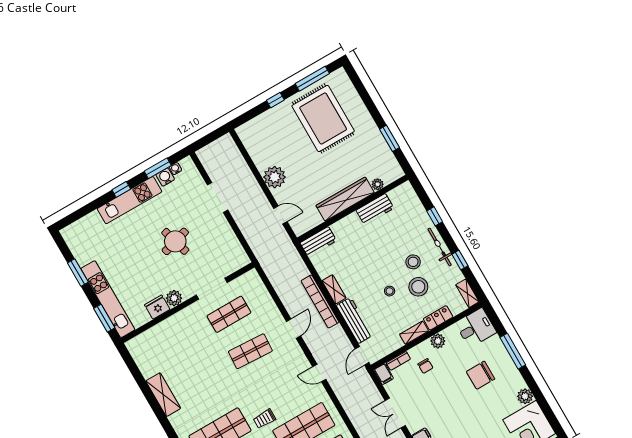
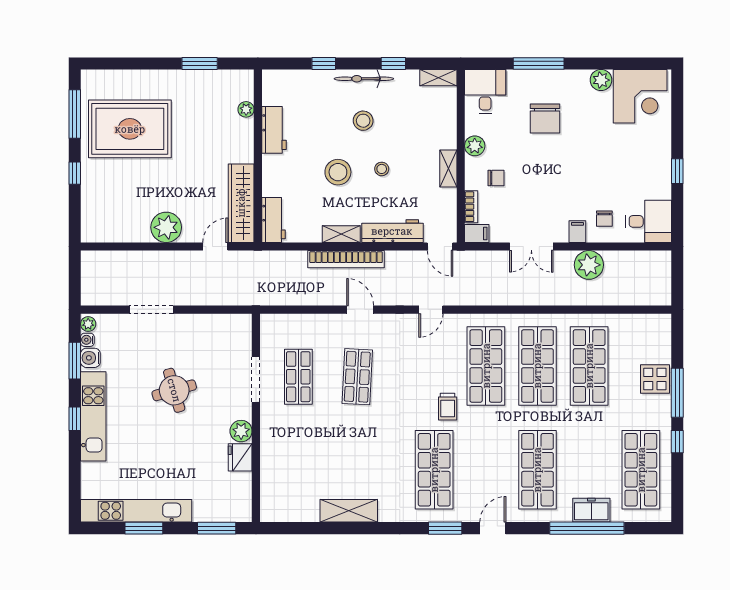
plant: (186, 163) -> (88, 324), added
wardrobe: (345, 199) -> (241, 203), moved
stool: (418, 287) -> (338, 172), moved
kitchen unit: (108, 299) -> (136, 511), moved
locker: (438, 318) -> (447, 130), removed

